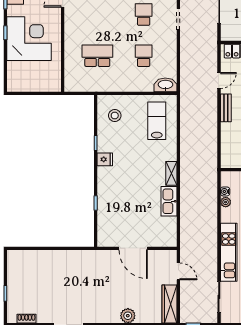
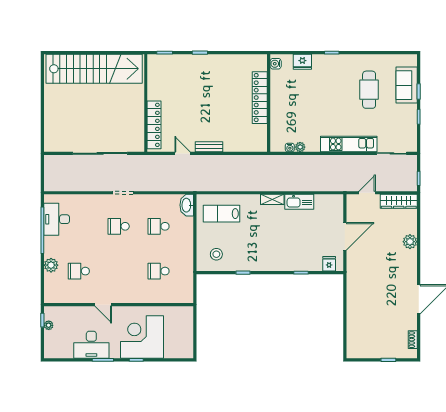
school desk: (97, 56) -> (159, 271), width x0.54
fridge: (105, 159) -> (329, 264), moved

